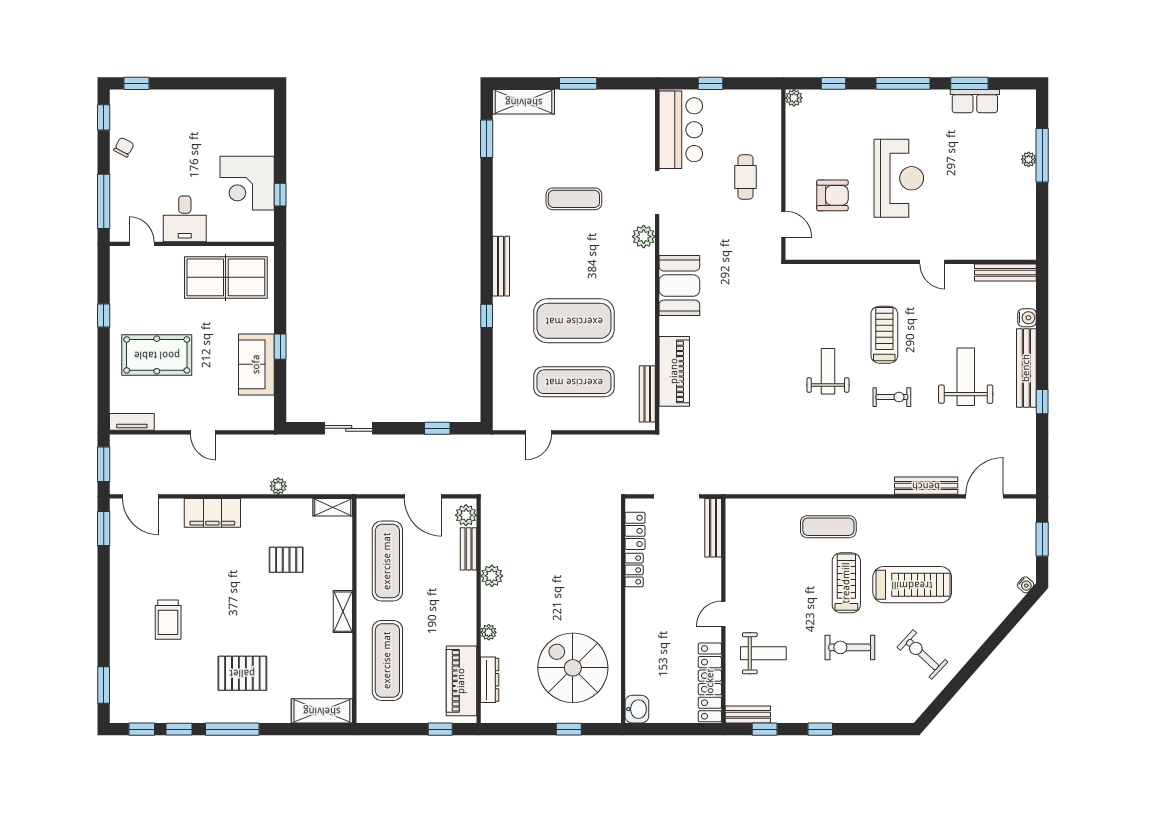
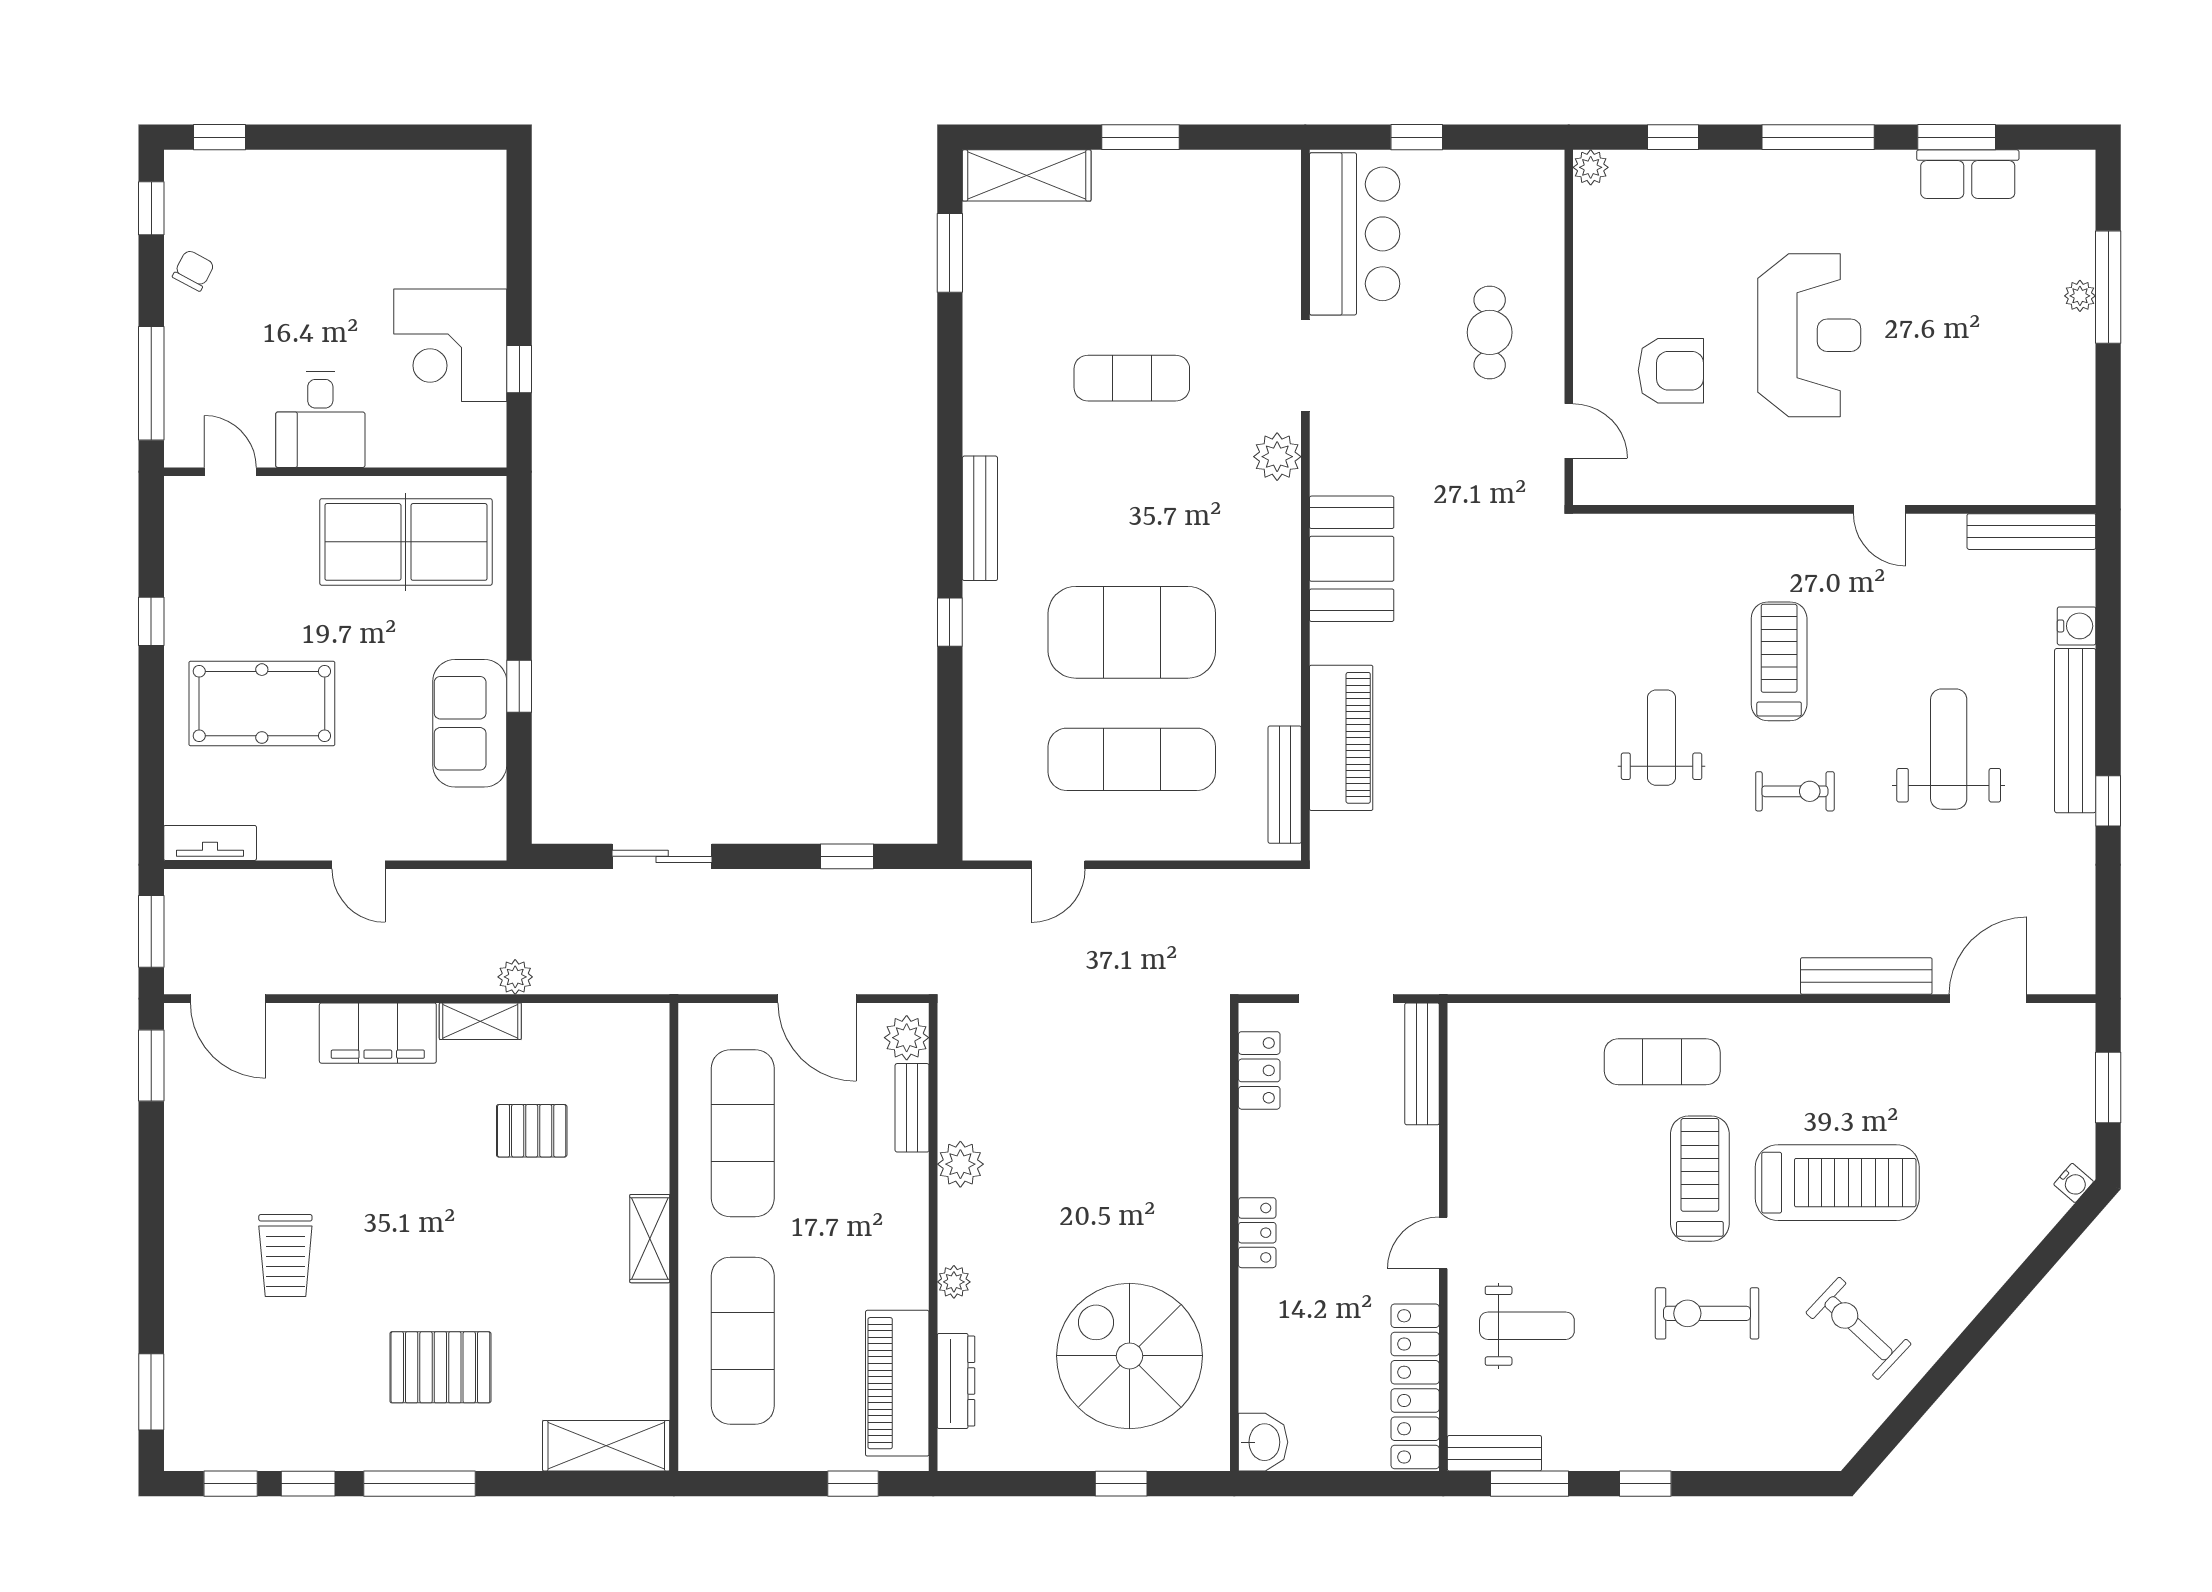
shelving: (333, 507) -> (480, 1021), moved
locker: (634, 570) -> (1257, 1233), moved
window: (765, 729) -> (1530, 1484), width x1.50

